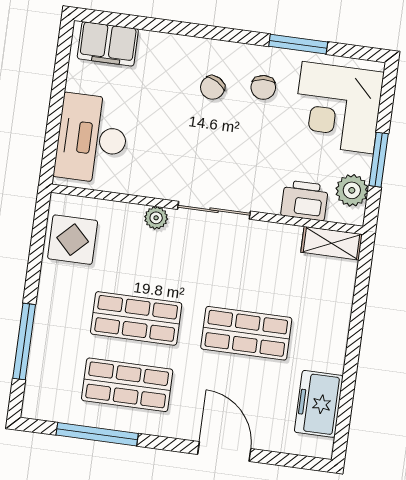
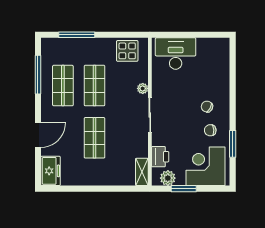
filing cabinet: (108, 44) -> (221, 55), removed
freezer: (319, 404) -> (51, 171), moved, turned 90

